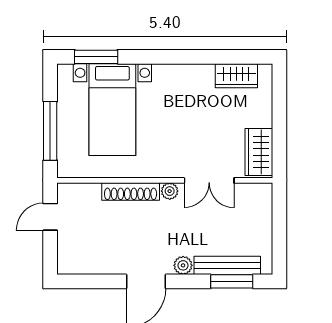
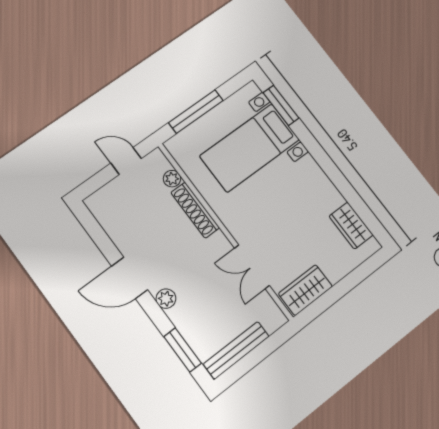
plant: (170, 191) -> (172, 179), moved
bench: (227, 265) -> (236, 350), moved, turned 90

